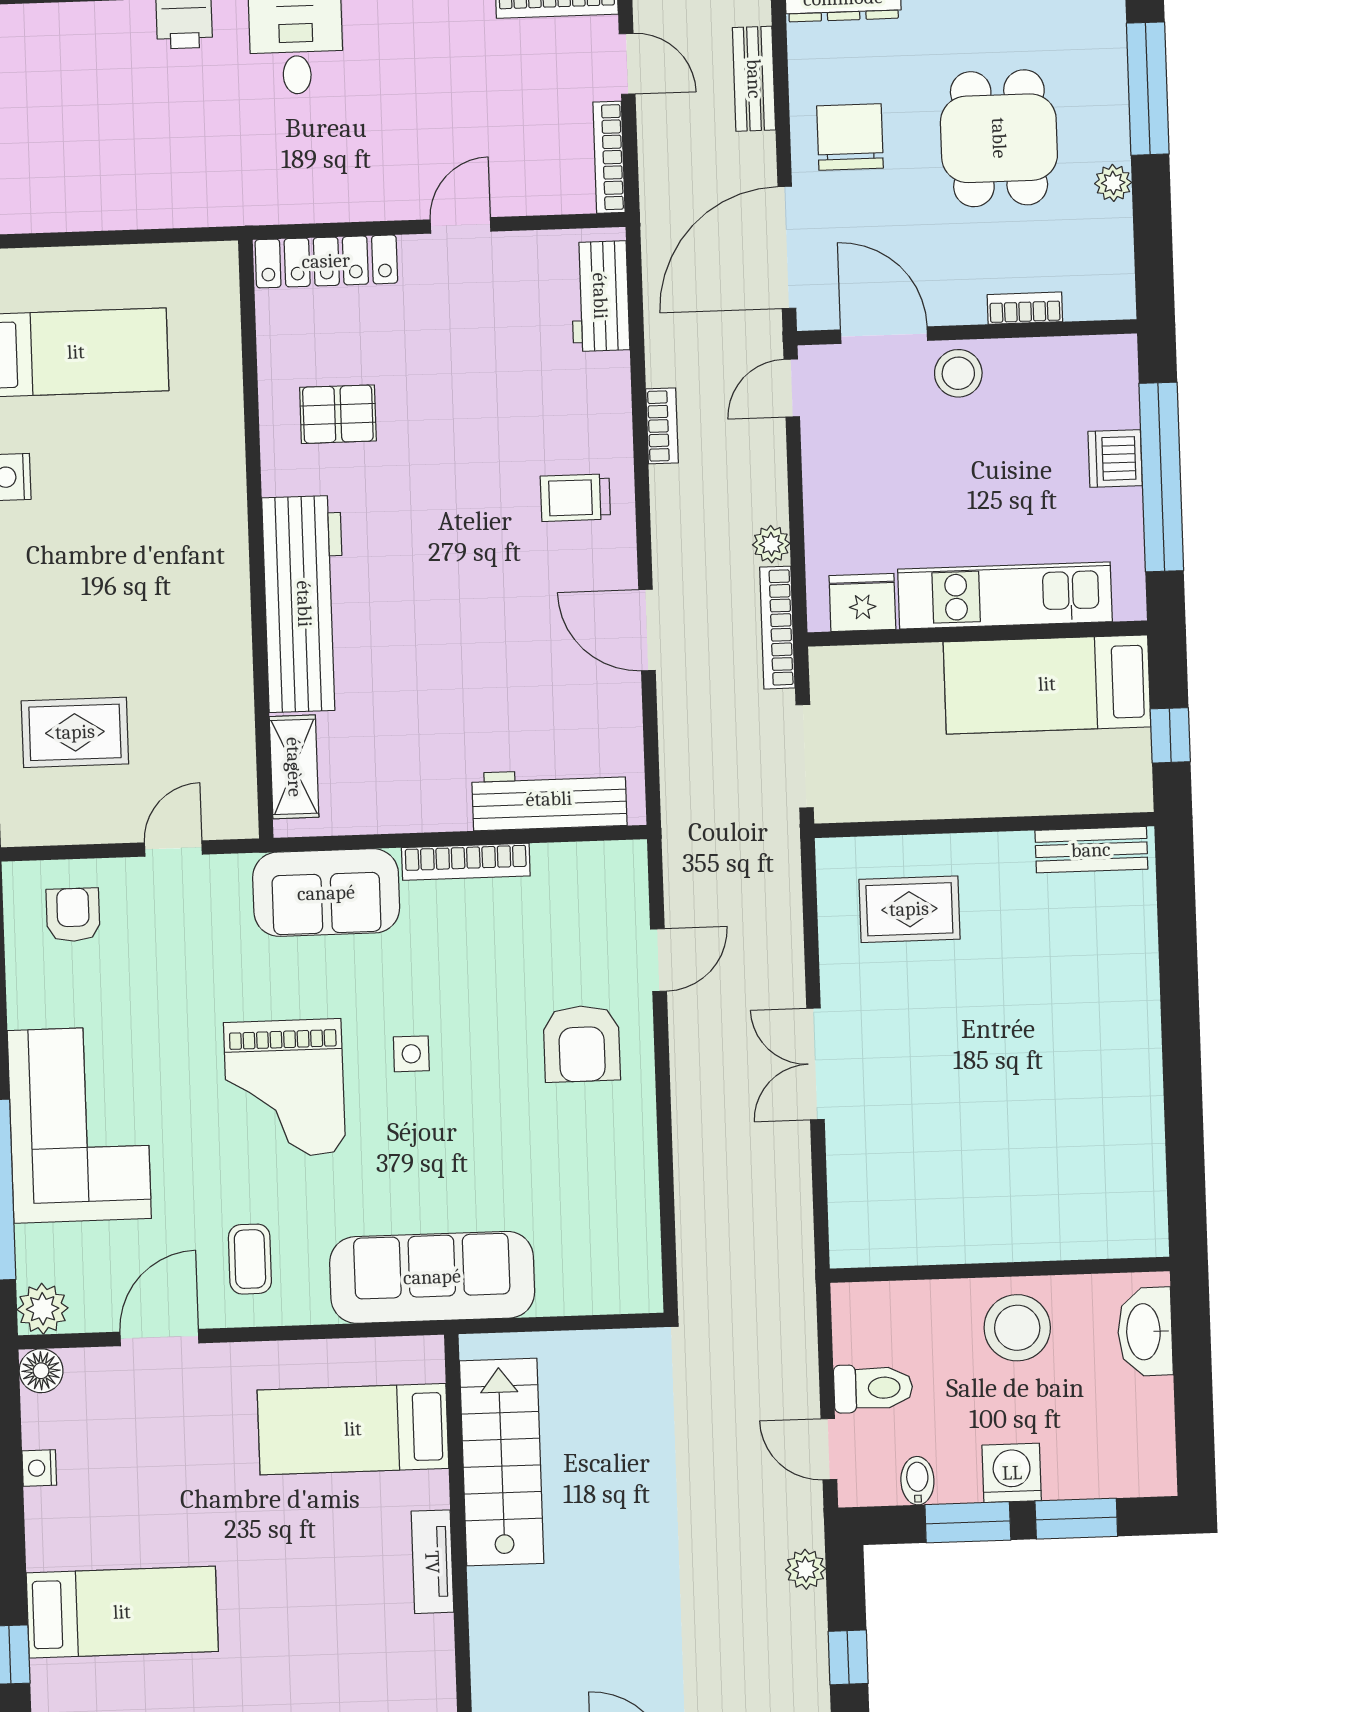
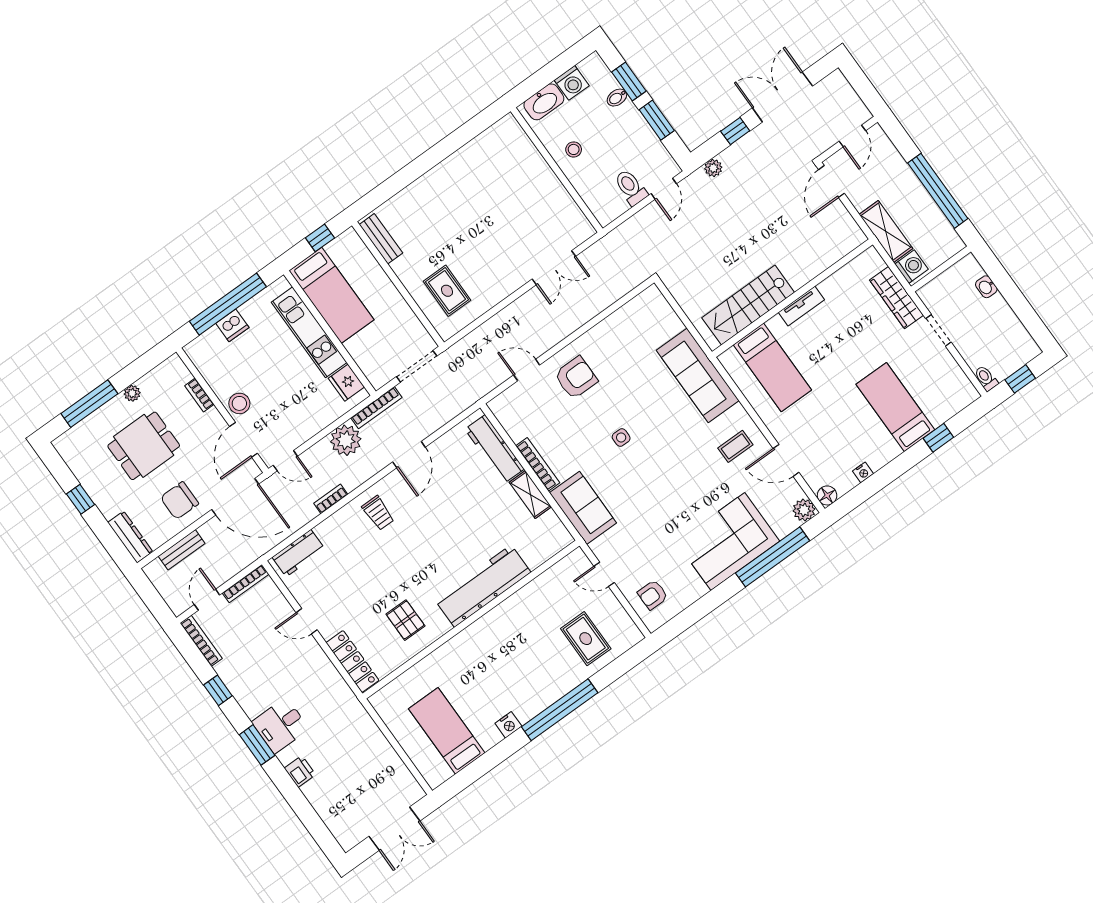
plant: (771, 544) -> (346, 440), width x1.88, depth x1.88
shelving: (294, 767) -> (530, 495), moved, turned 90
double door: (815, 1064) -> (554, 268), moved
grand piano: (284, 1088) -> (665, 475), removed
stool: (1017, 1328) -> (574, 149), width x0.53, depth x0.53
washing machine: (1012, 1473) -> (572, 83), moved, turned -90
bidet: (917, 1481) -> (617, 98), moved

